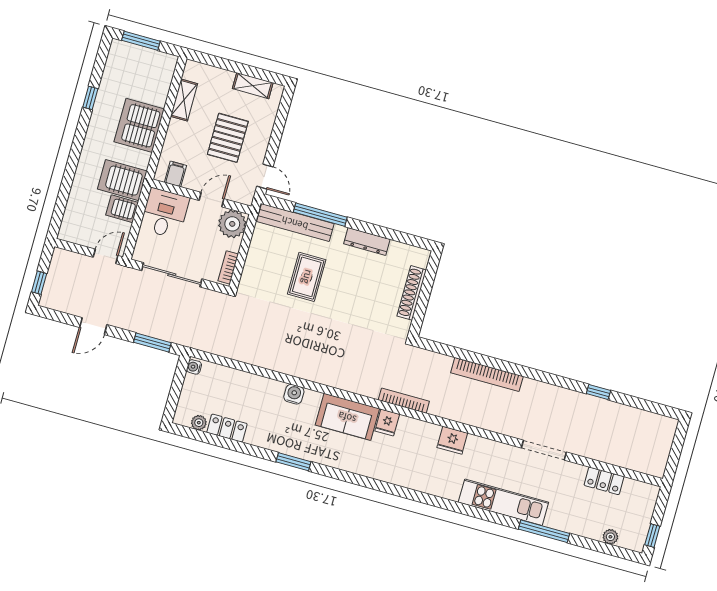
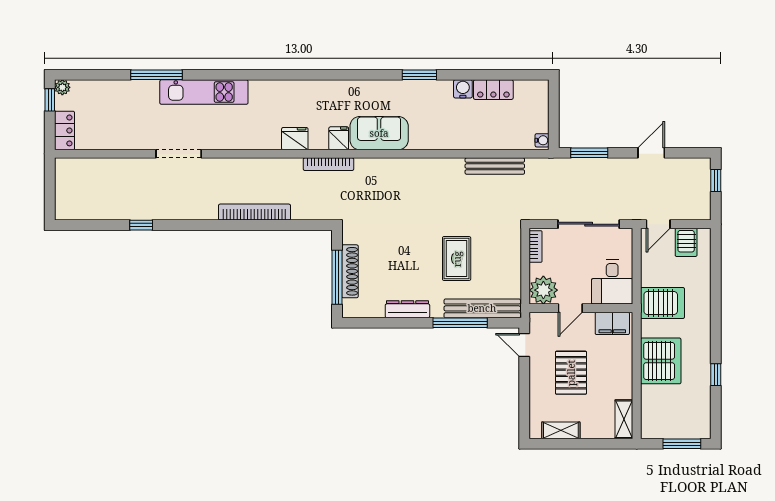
shelving: (184, 100) -> (624, 419), moved
filing cabinet: (175, 174) -> (612, 323), width x2.00
server rack: (122, 209) -> (686, 242), moved, turned 90
window: (426, 291) -> (337, 277), added
bench: (246, 355) -> (495, 166), added
water cooler: (294, 394) -> (463, 89), moved, turned 180
plant: (199, 423) -> (522, 87), removed
fridge: (452, 440) -> (295, 139), moved
locker: (604, 481) -> (65, 130), moved, turned 90
plant: (610, 537) -> (62, 87), moved

